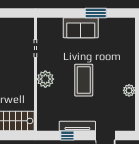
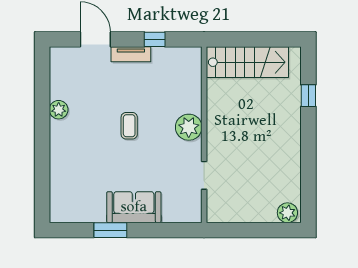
coffee table: (84, 80) -> (129, 126), width x0.54, depth x0.58
tv unit: (77, 126) -> (131, 54), width x0.71

